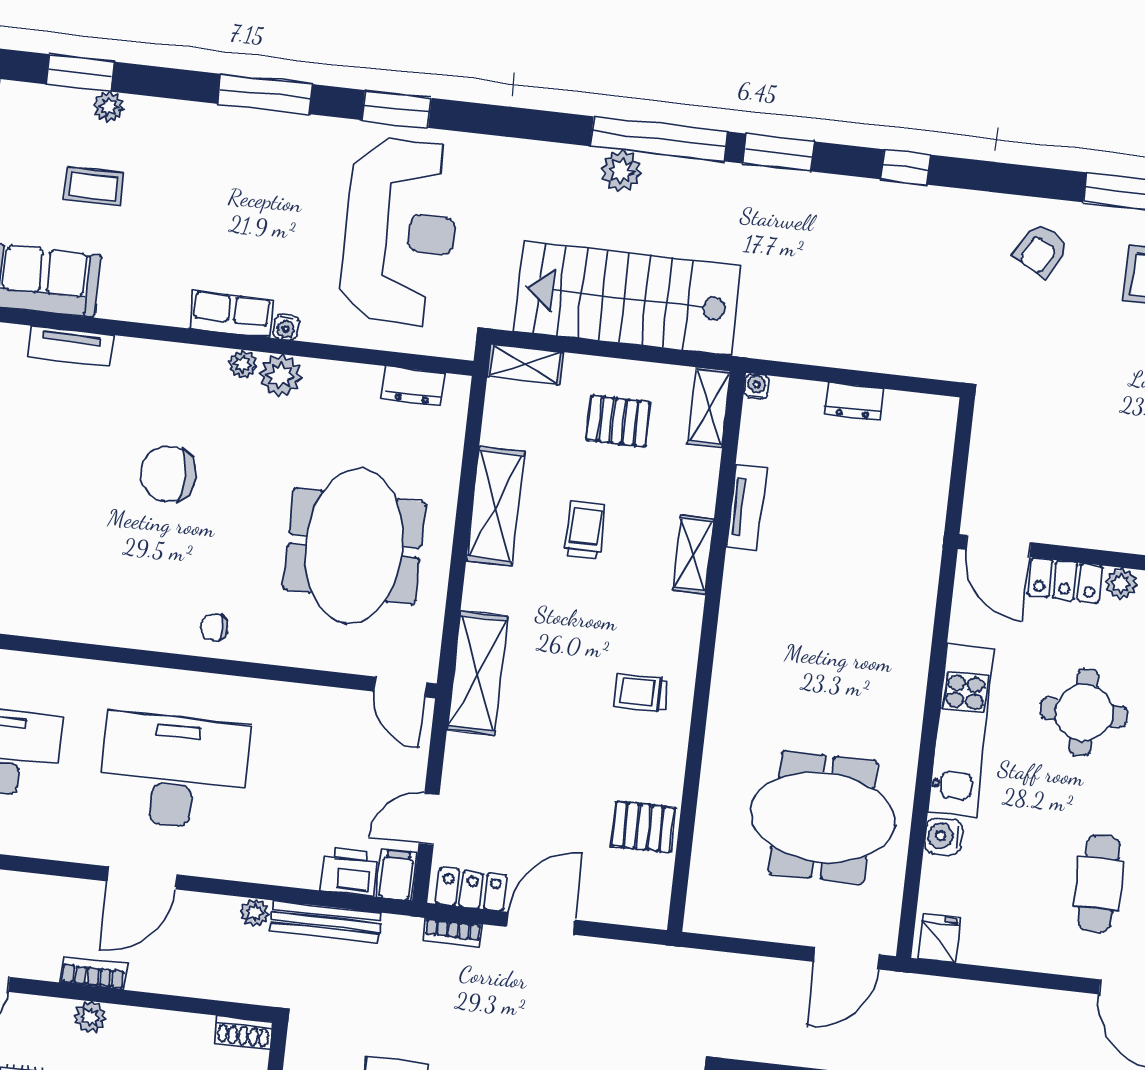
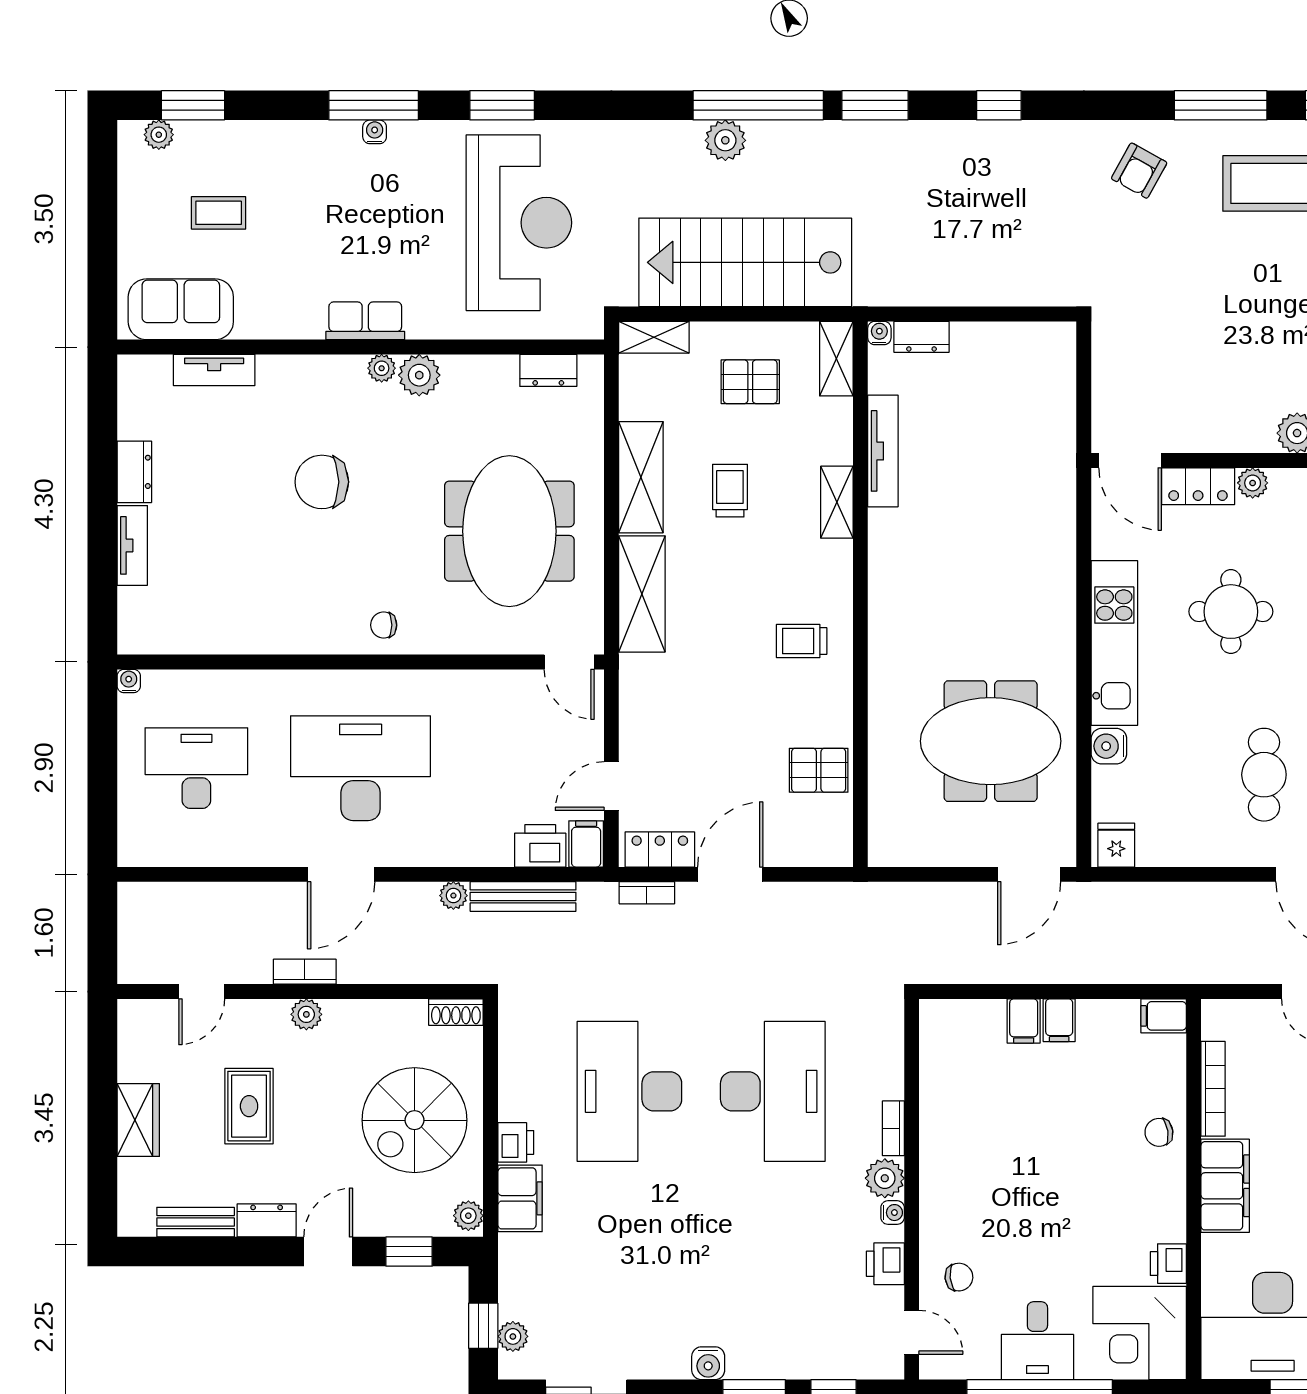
plant: (108, 107) -> (159, 135), moved
water cooler: (286, 327) -> (375, 132), moved, turned 180
dresser: (854, 401) -> (922, 337), moved
tv unit: (746, 507) -> (883, 451), width x1.41
shelving: (477, 673) -> (642, 594), moved

